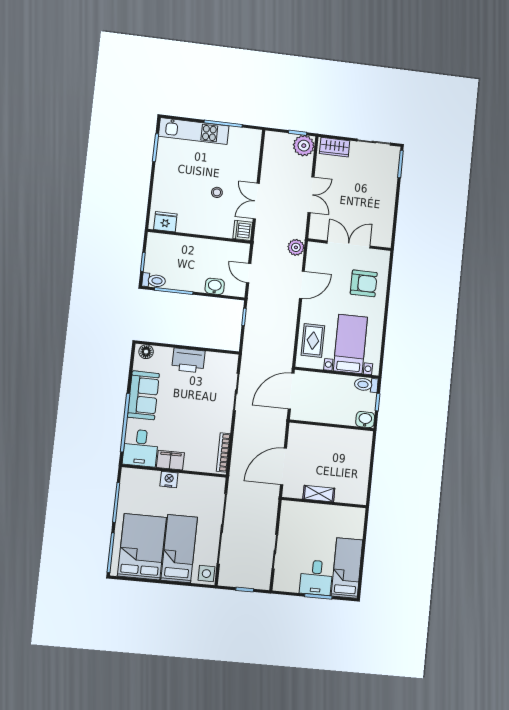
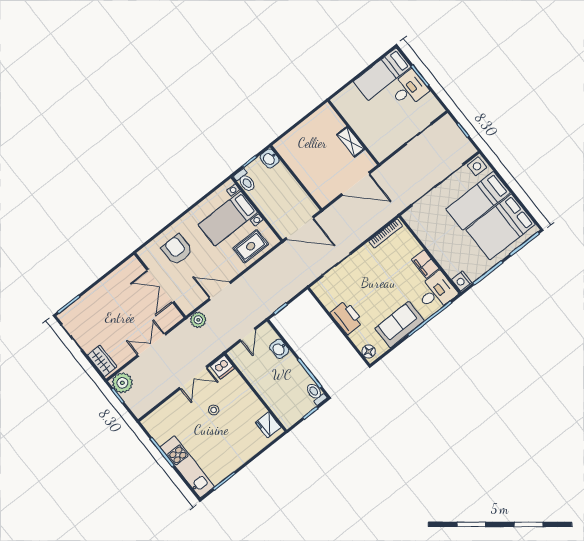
nightstand: (169, 480) -> (462, 281), moved

